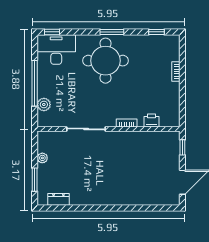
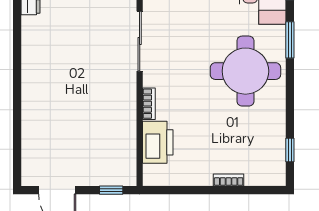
window: (112, 32) -> (290, 40), moved
printer: (151, 120) -> (158, 142), width x1.87, depth x1.48

